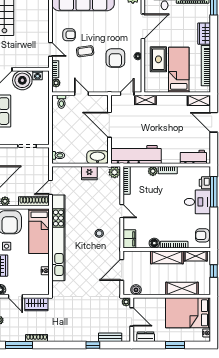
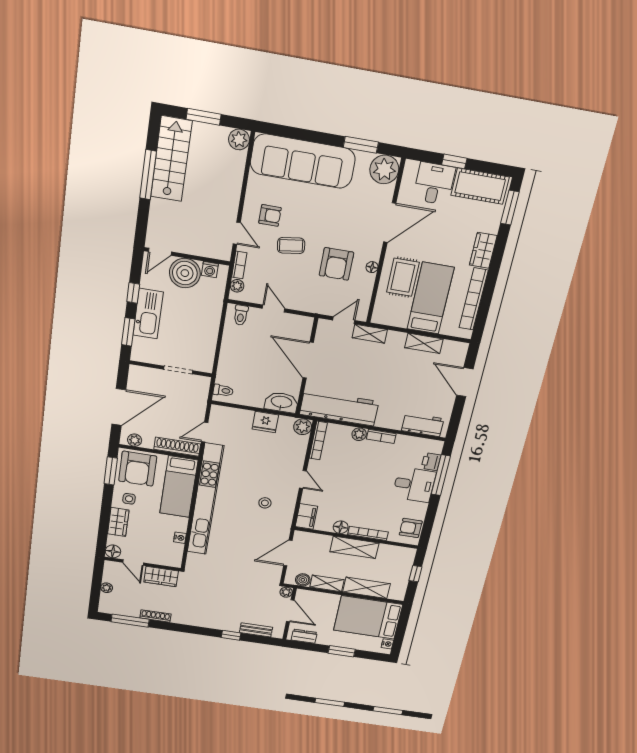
shelving: (199, 100) -> (424, 343), moved
shelving: (196, 256) -> (327, 583), moved

